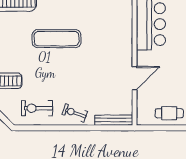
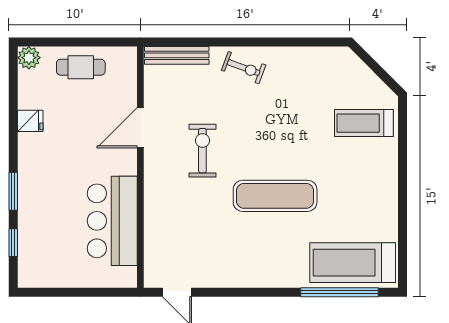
exercise bike: (37, 108) -> (202, 151), moved, turned -90

